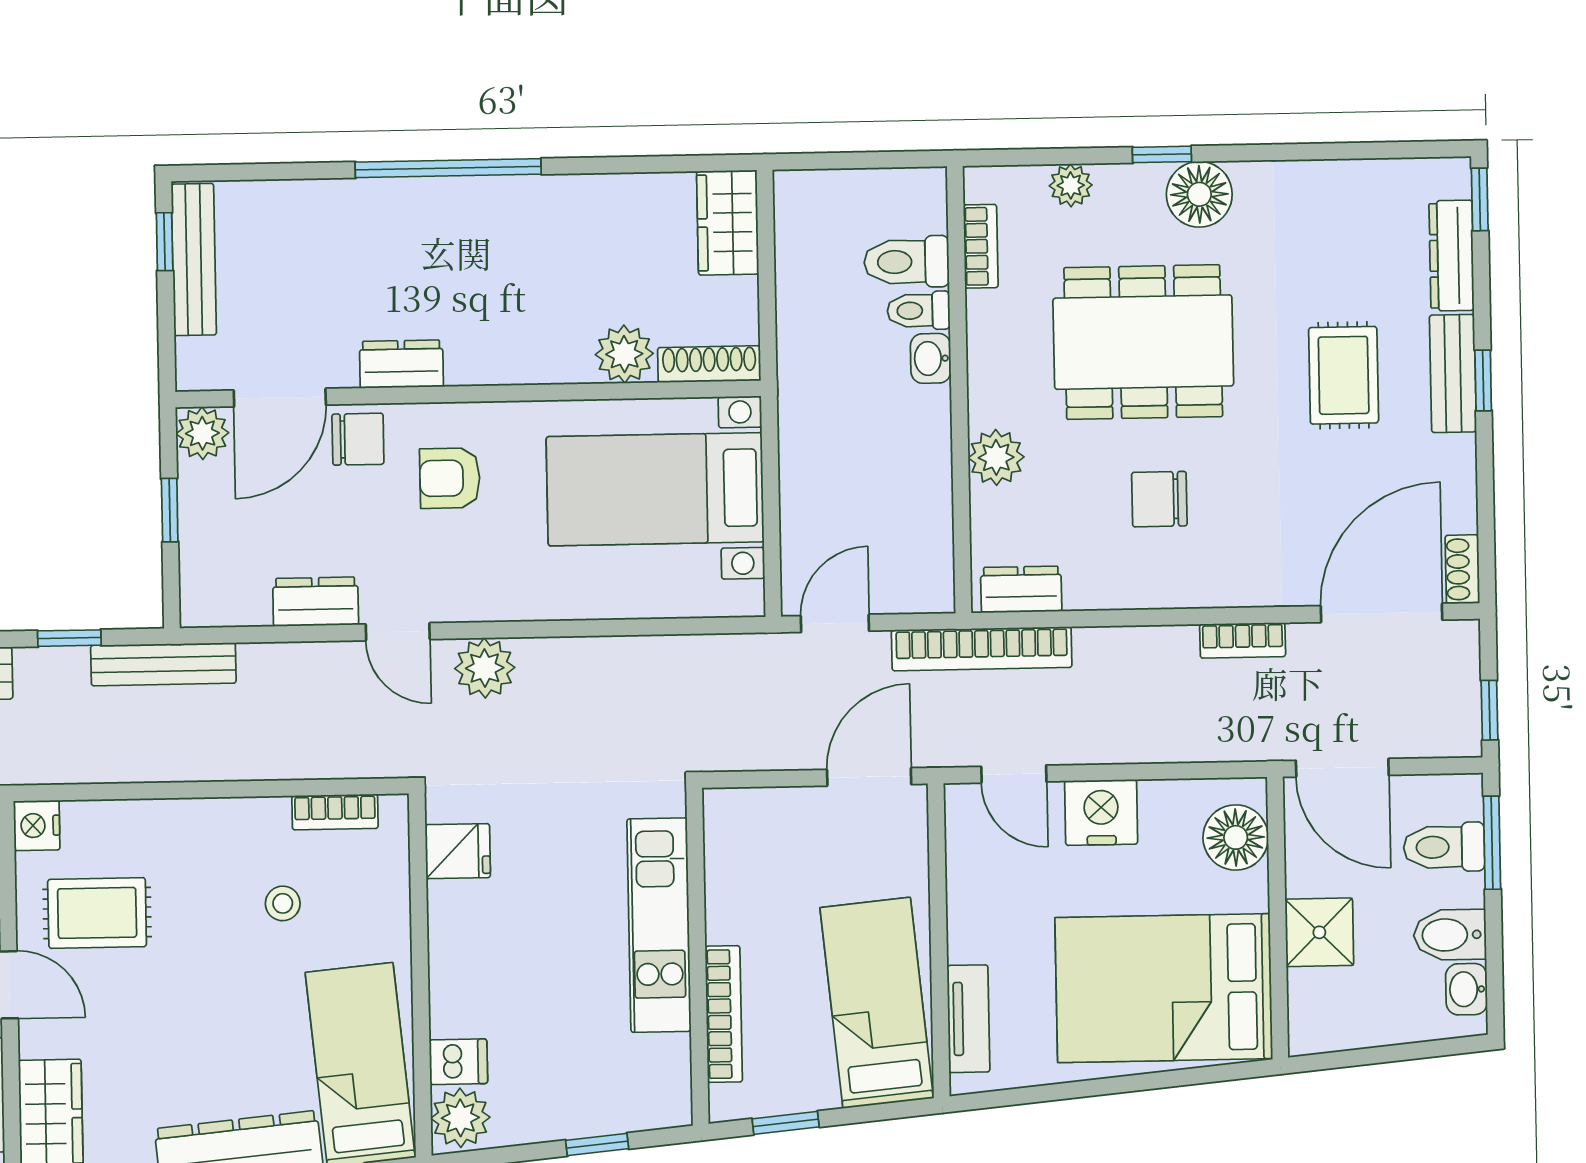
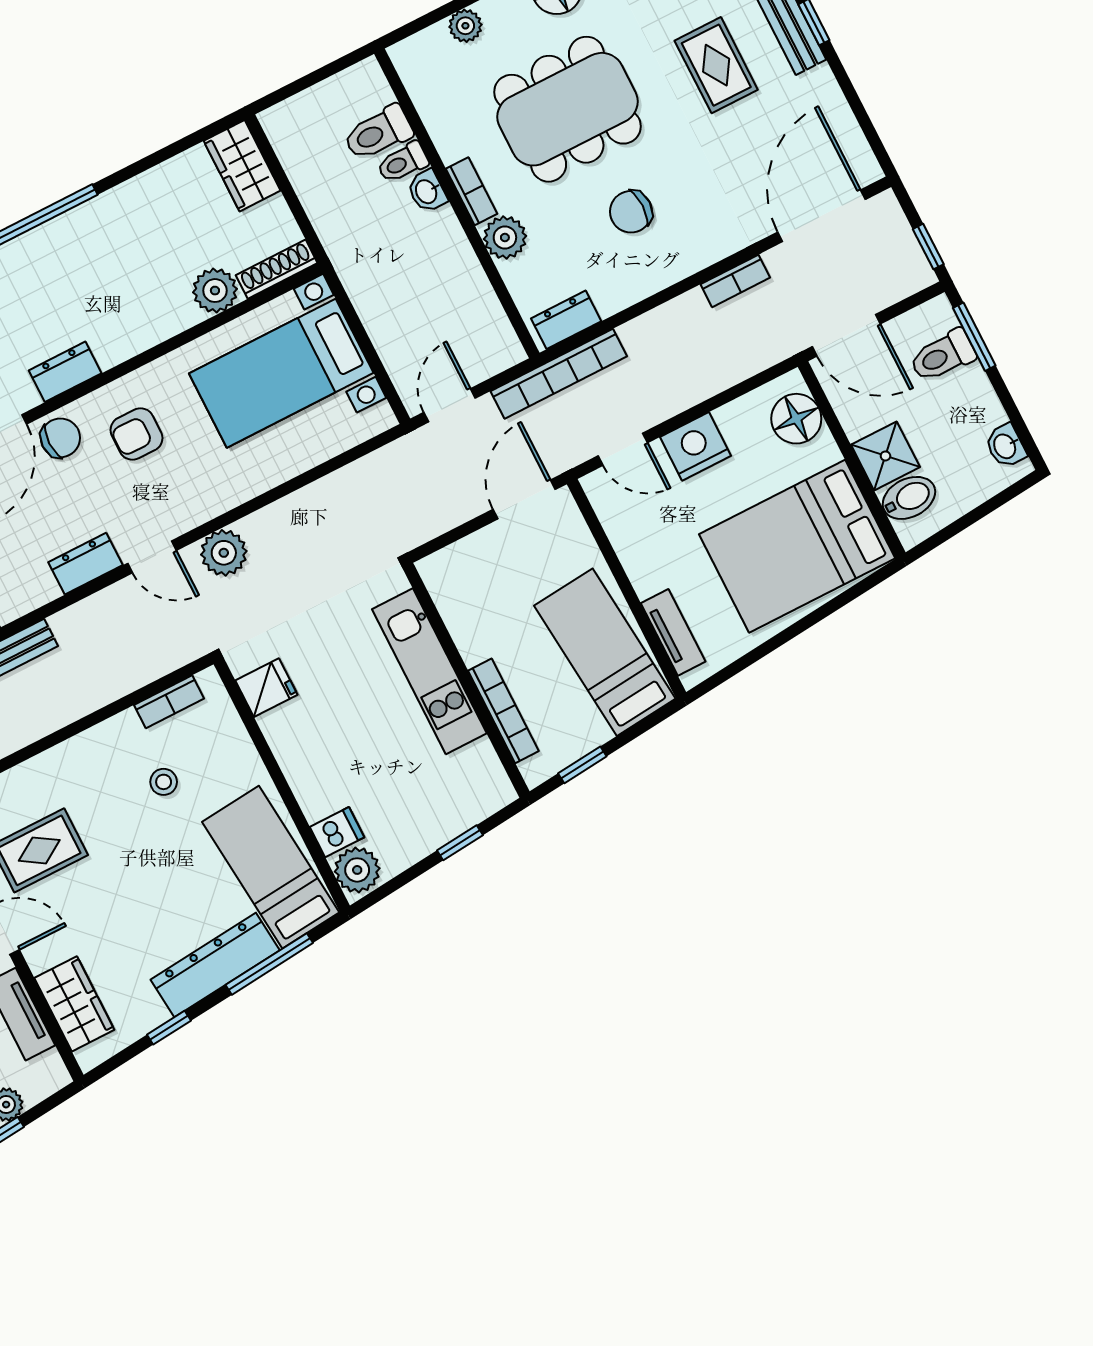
bookcase: (981, 246) -> (472, 191), moved
shoe rack: (1462, 569) -> (863, 159), removed
bidet: (1450, 935) -> (909, 498), moved, turned 180

